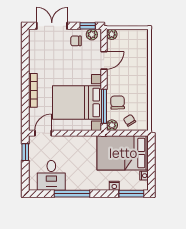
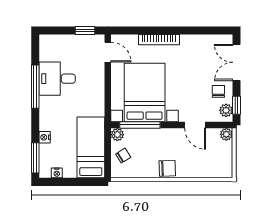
double door: (52, 26) -> (236, 62), swing flipped
chair: (118, 102) -> (167, 168), moved
bed: (123, 153) -> (91, 147), width x0.67
desk: (51, 175) -> (57, 79), moved

